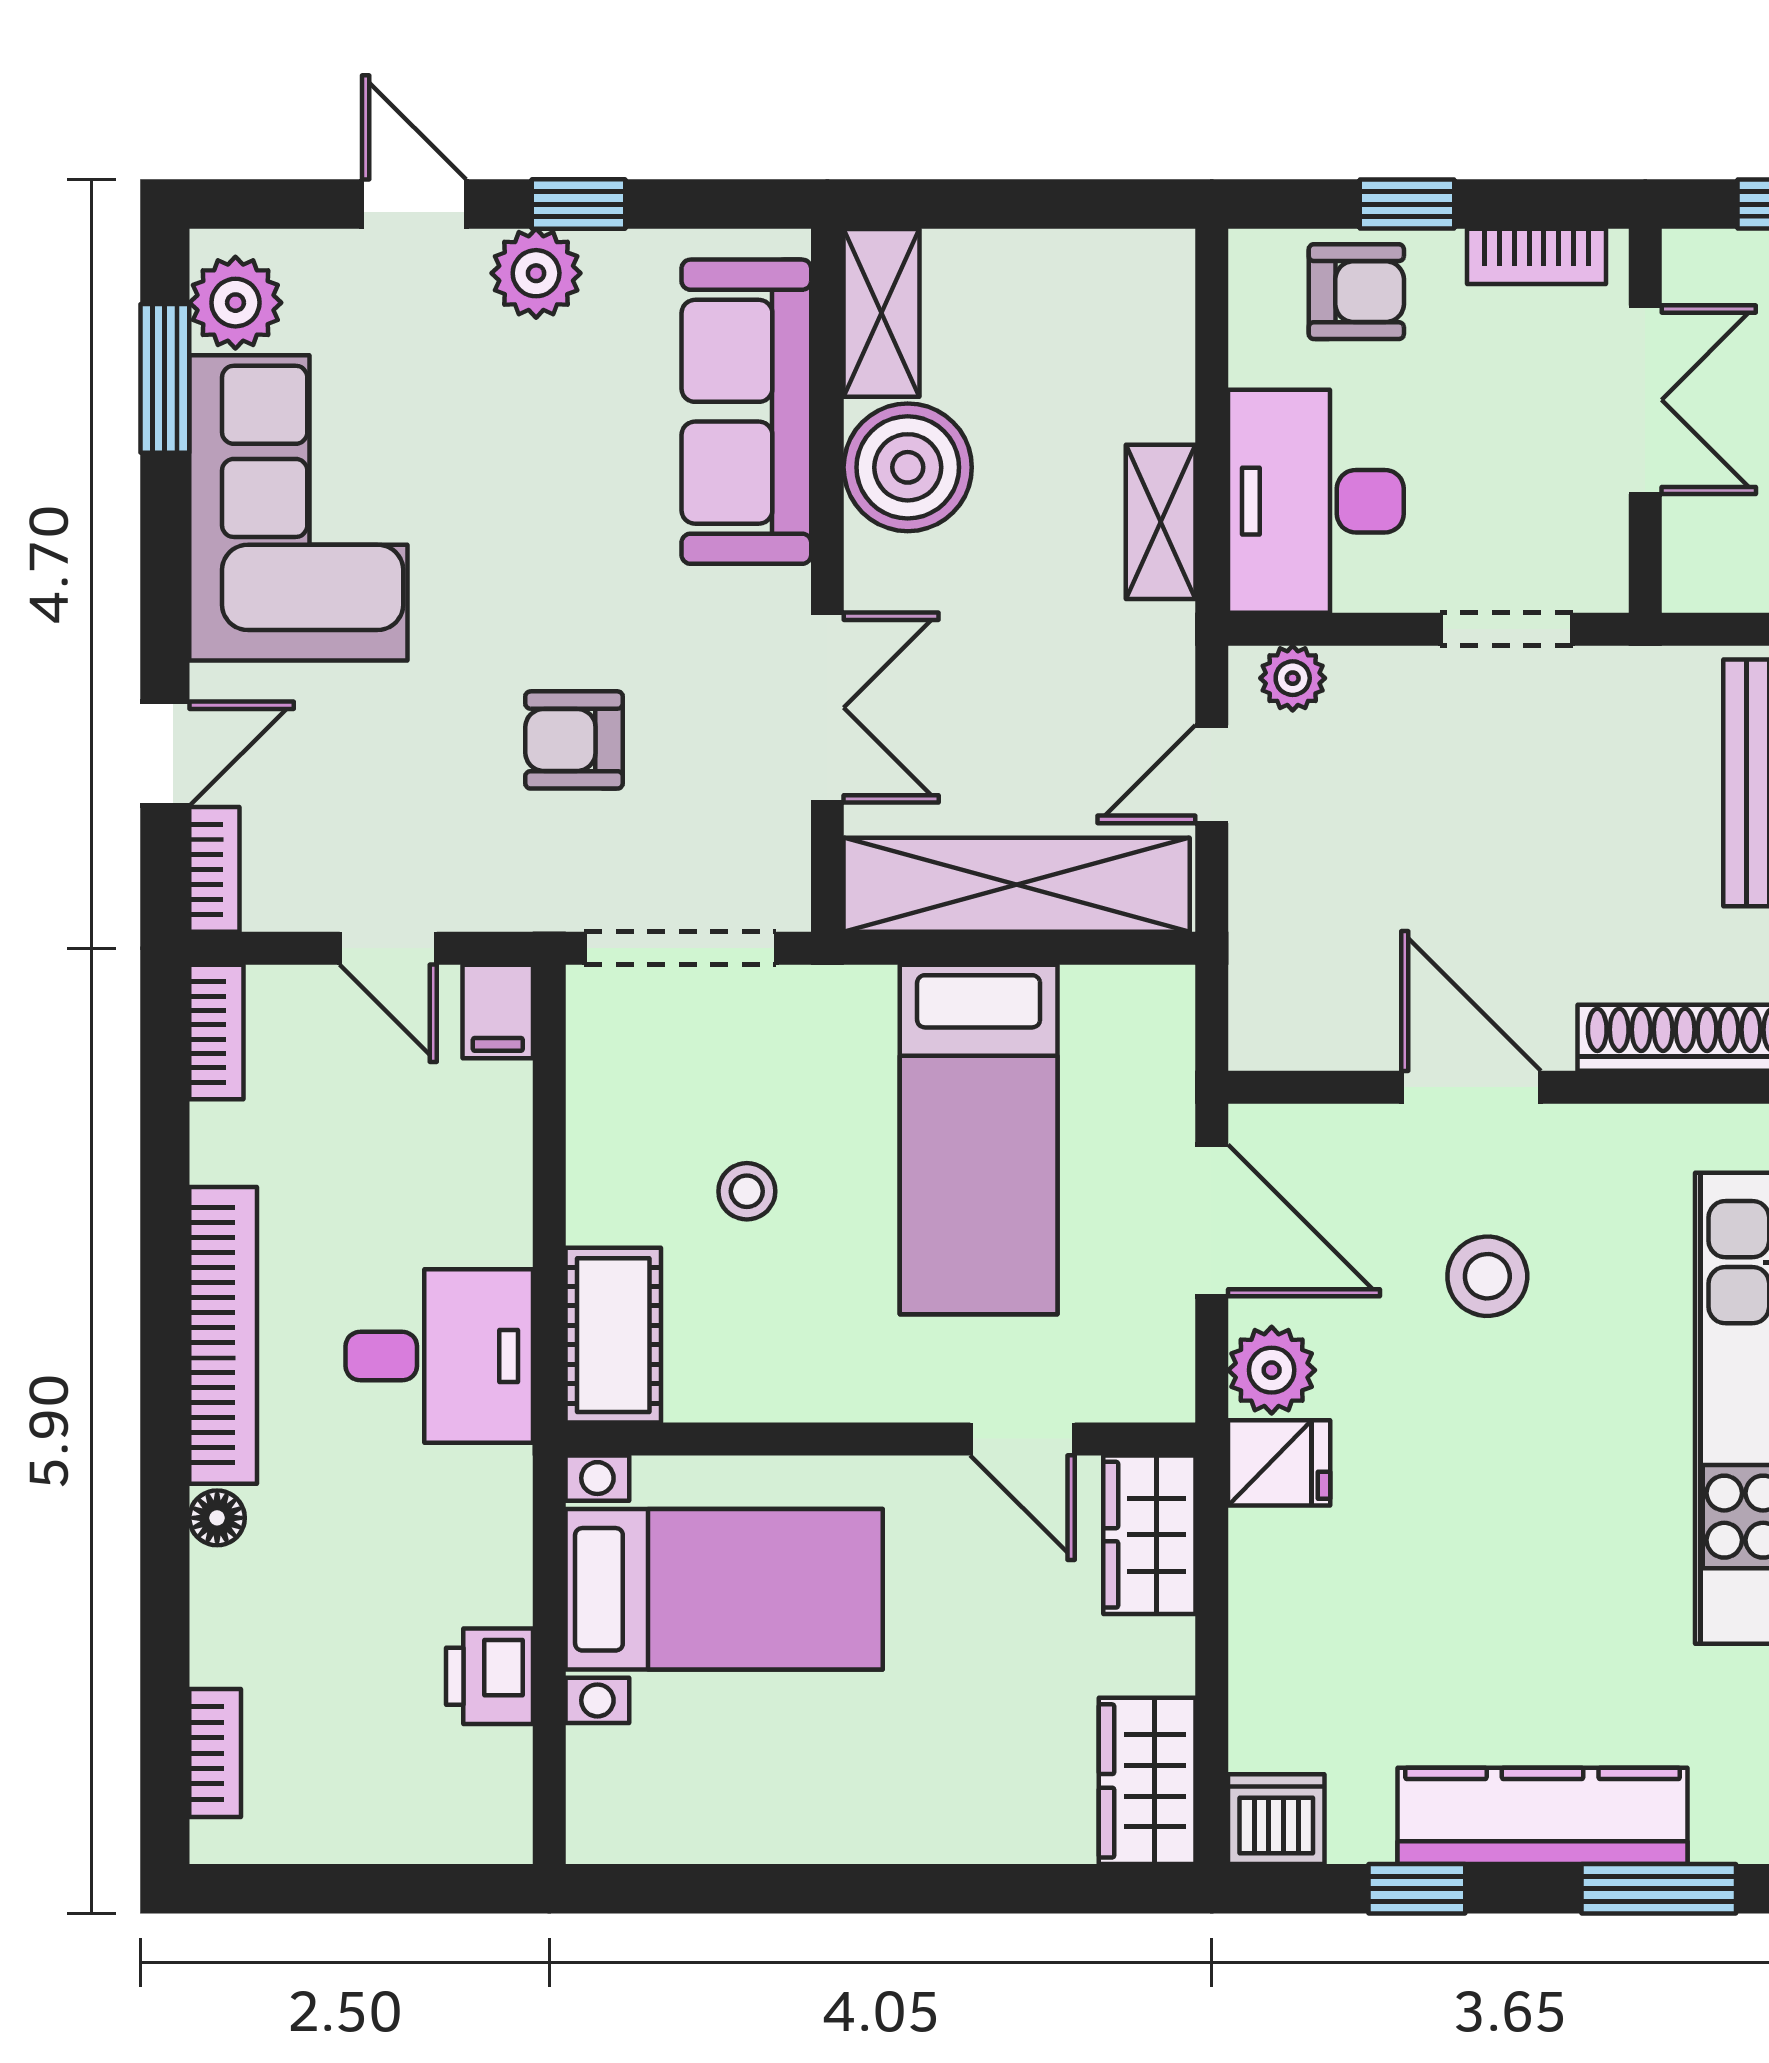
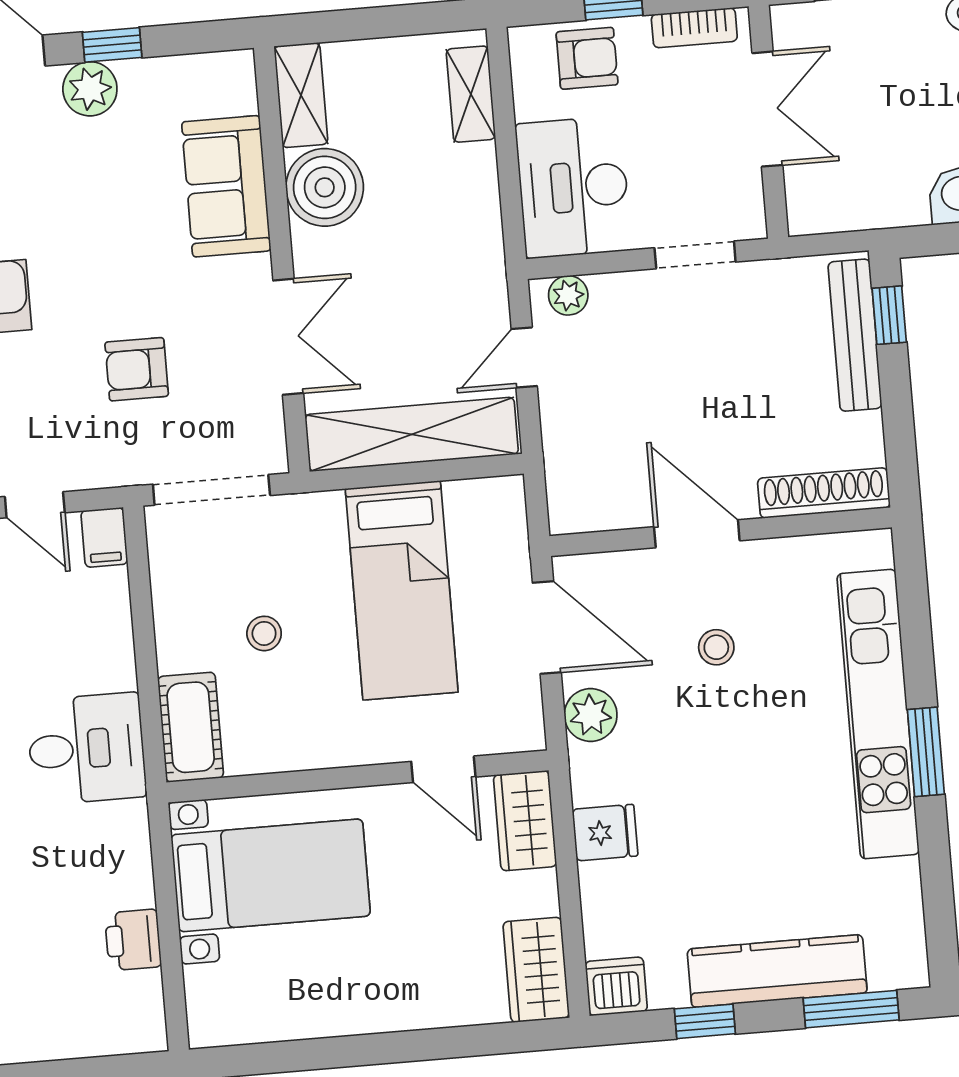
sofa: (746, 412) -> (226, 186), width x0.73
shelving: (1161, 522) -> (471, 94), moved
stool: (1487, 1276) -> (716, 647), width x0.73, depth x0.73
fridge: (1279, 1463) -> (605, 833), moved

